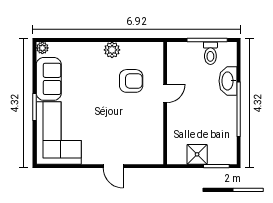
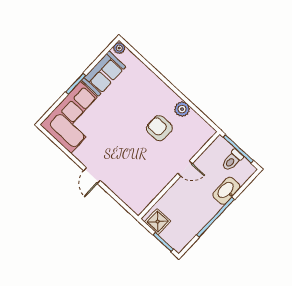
plant: (112, 50) -> (182, 109), moved
armchair: (131, 81) -> (159, 128), turned 180
door: (165, 94) -> (185, 169), moved
wall: (165, 103) -> (179, 175), moved

